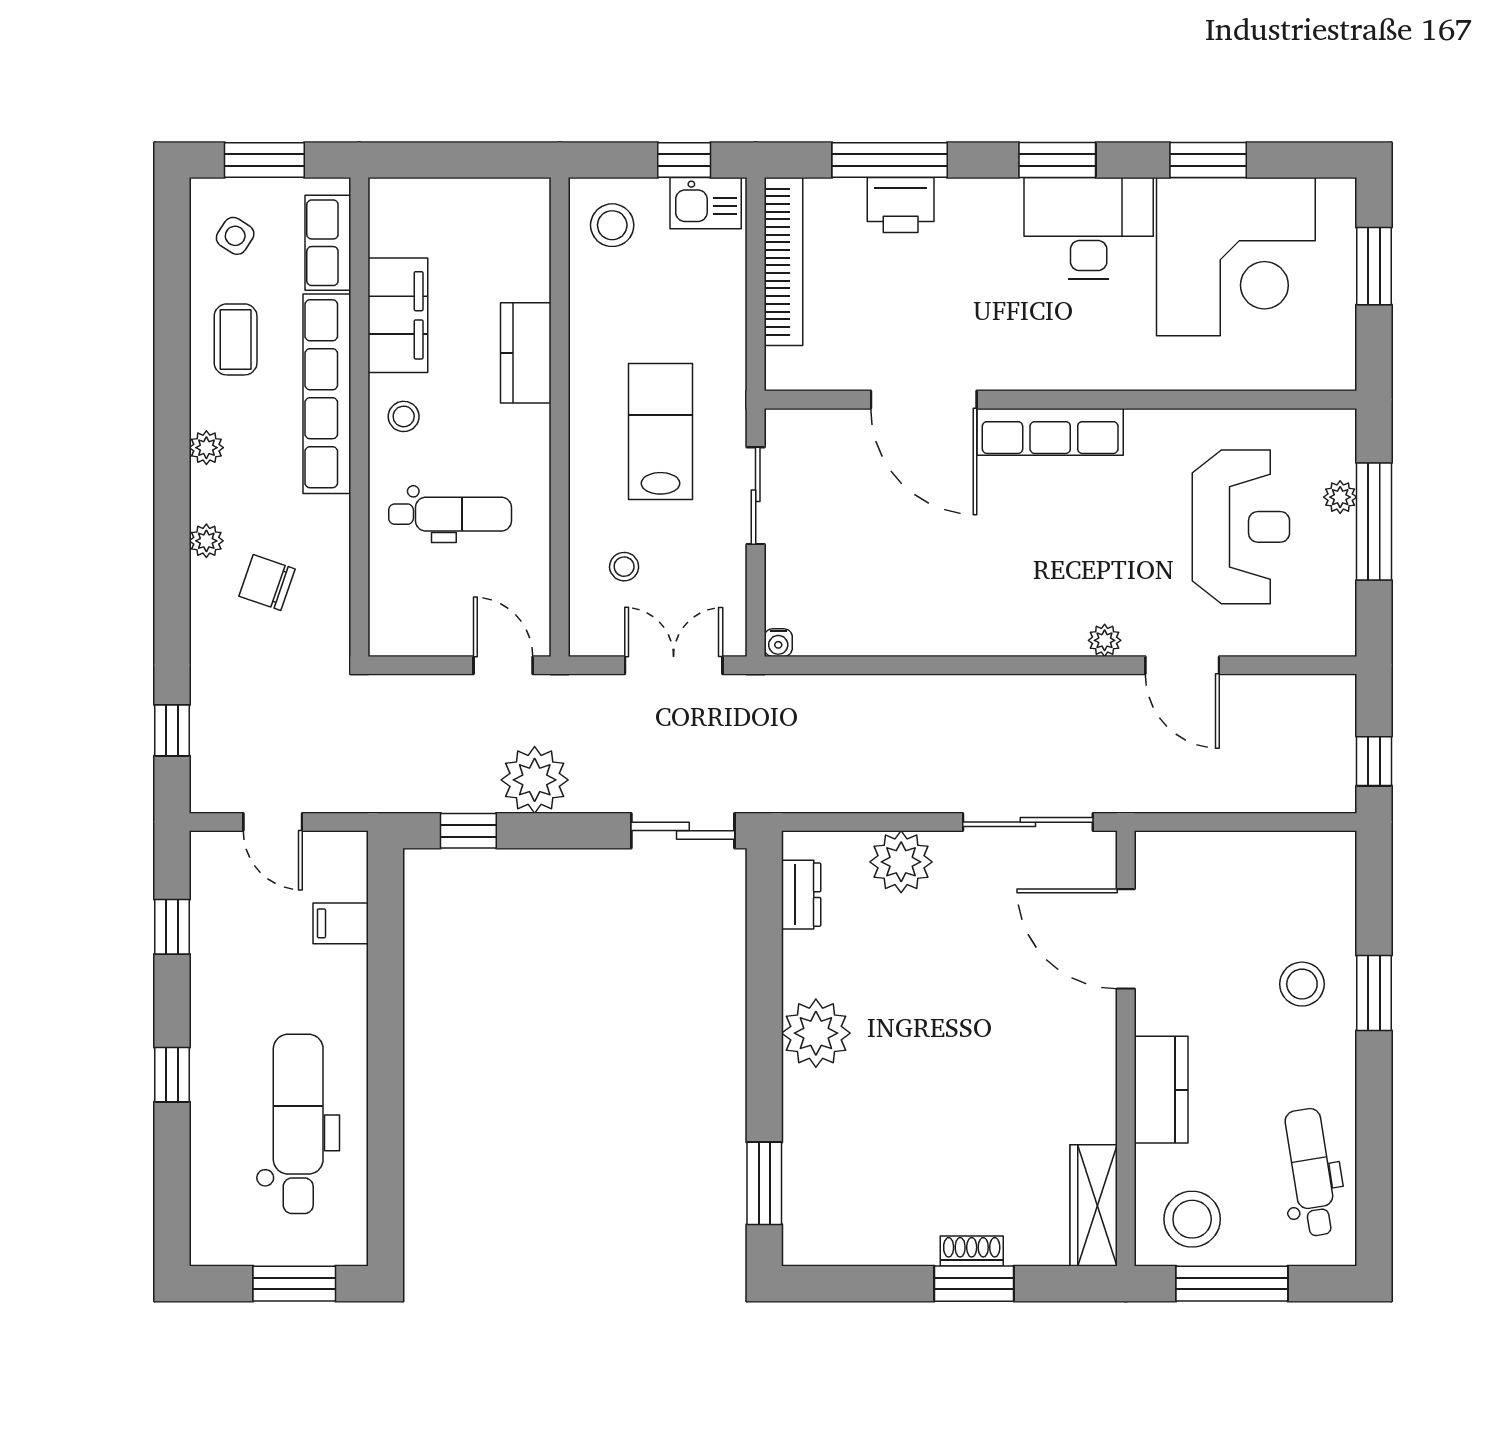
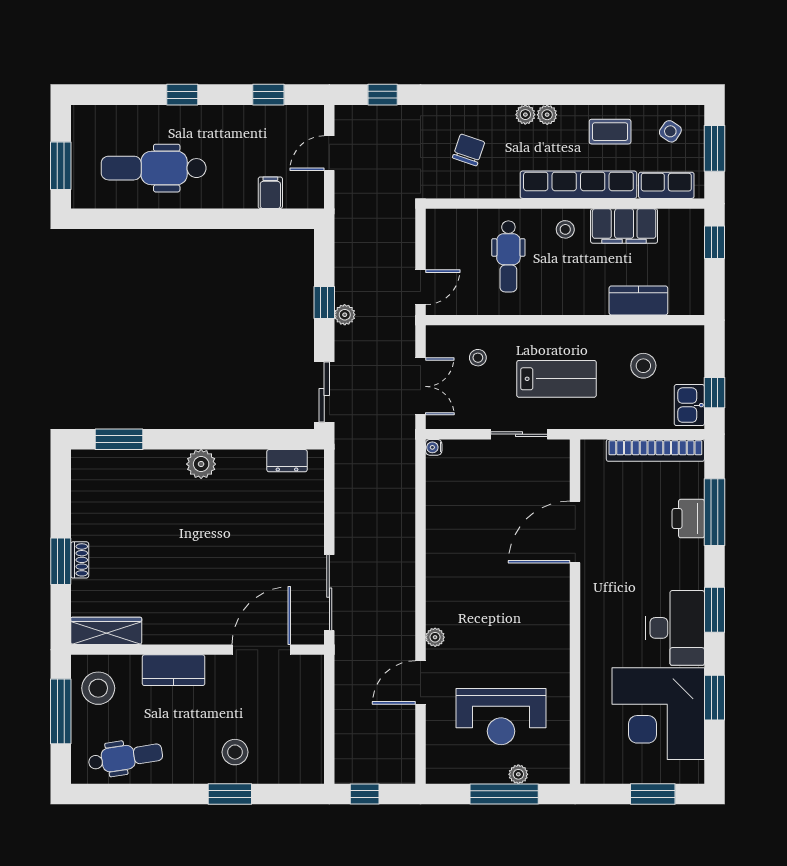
window: (426, 160) -> (714, 242), added
stool: (612, 225) -> (643, 366), moved
kitchen counter: (526, 353) -> (638, 300), moved
row of seats: (1050, 432) -> (556, 606), removed
plant: (206, 541) -> (525, 115), moved
plant: (535, 780) -> (345, 315), width x0.53, depth x0.53
window: (468, 831) -> (324, 303), moved
plant: (901, 862) -> (306, 519), removed
plant: (816, 1033) -> (201, 464), width x0.73, depth x0.73
dental chair: (298, 1124) -> (154, 168), turned 180

